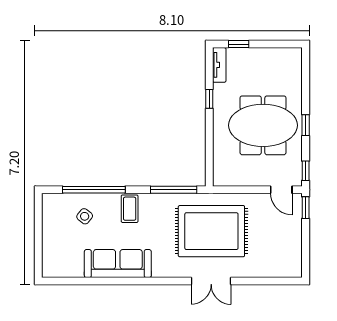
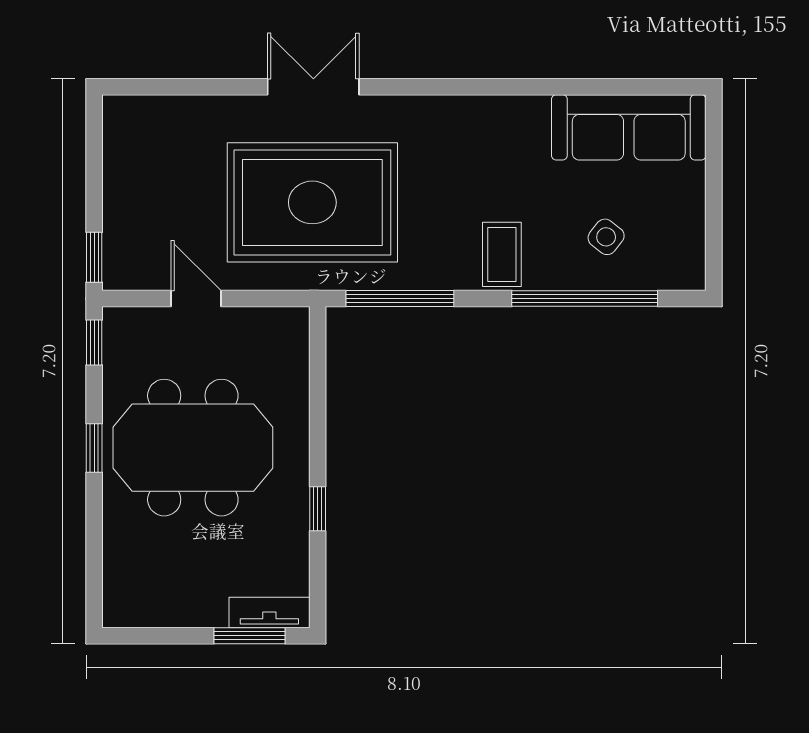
window: (239, 44) -> (249, 636), width x1.50
tv unit: (219, 65) -> (269, 612), moved, turned 90
door: (281, 190) -> (196, 299), moved
sofa: (118, 264) -> (629, 127), moved

